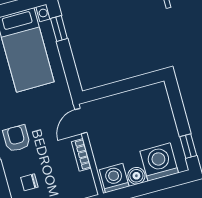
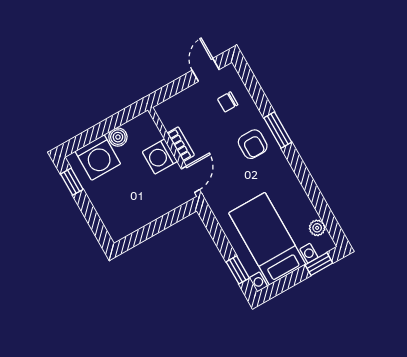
washing machine: (114, 178) -> (160, 157), moved, turned 90
chair: (29, 182) -> (228, 102), turned 180

